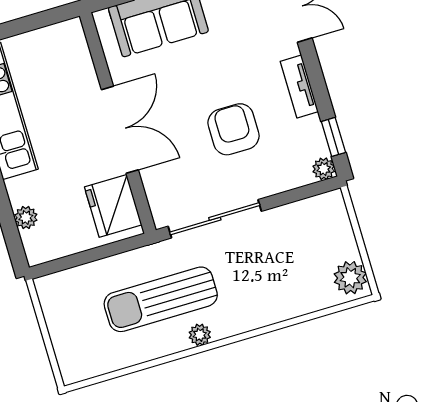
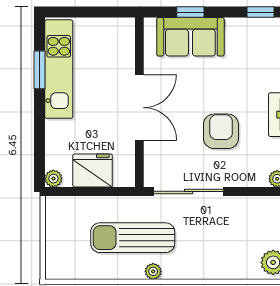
fridge: (113, 206) -> (93, 171), moved, turned 90
plant: (26, 217) -> (53, 179), moved

